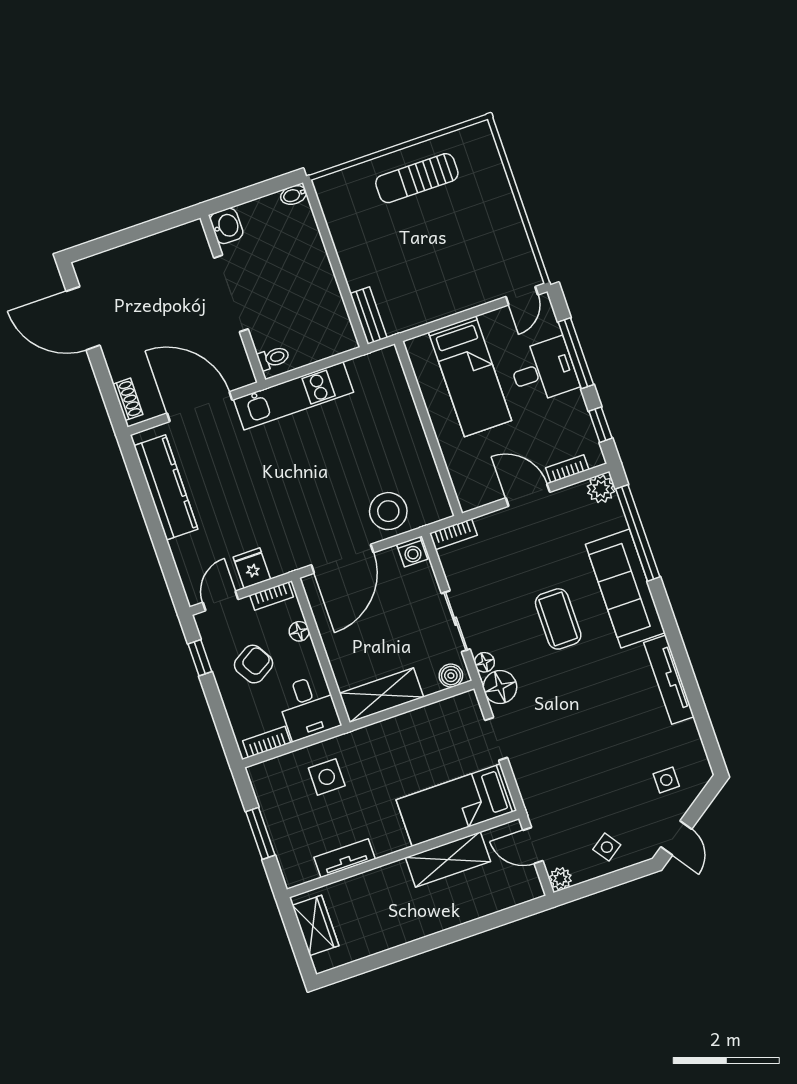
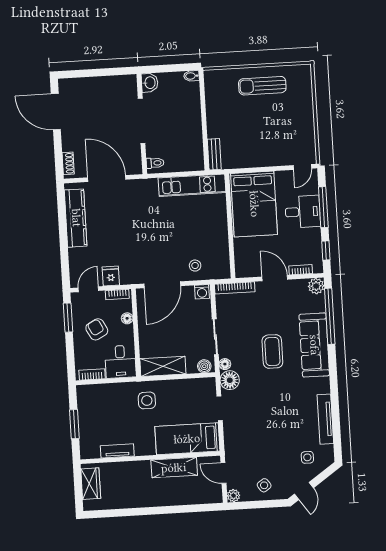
bed: (470, 376) -> (254, 204), width x1.50
kitchen unit: (293, 396) -> (192, 185), moved
stool: (388, 511) -> (195, 266), width x0.53, depth x0.53
bookcase: (453, 534) -> (235, 288), width x1.56
window: (200, 658) -> (68, 318), width x1.50
armchair: (254, 664) -> (97, 329), turned -87
tv unit: (669, 680) -> (325, 419), moved
side table: (327, 777) -> (147, 400), moved

